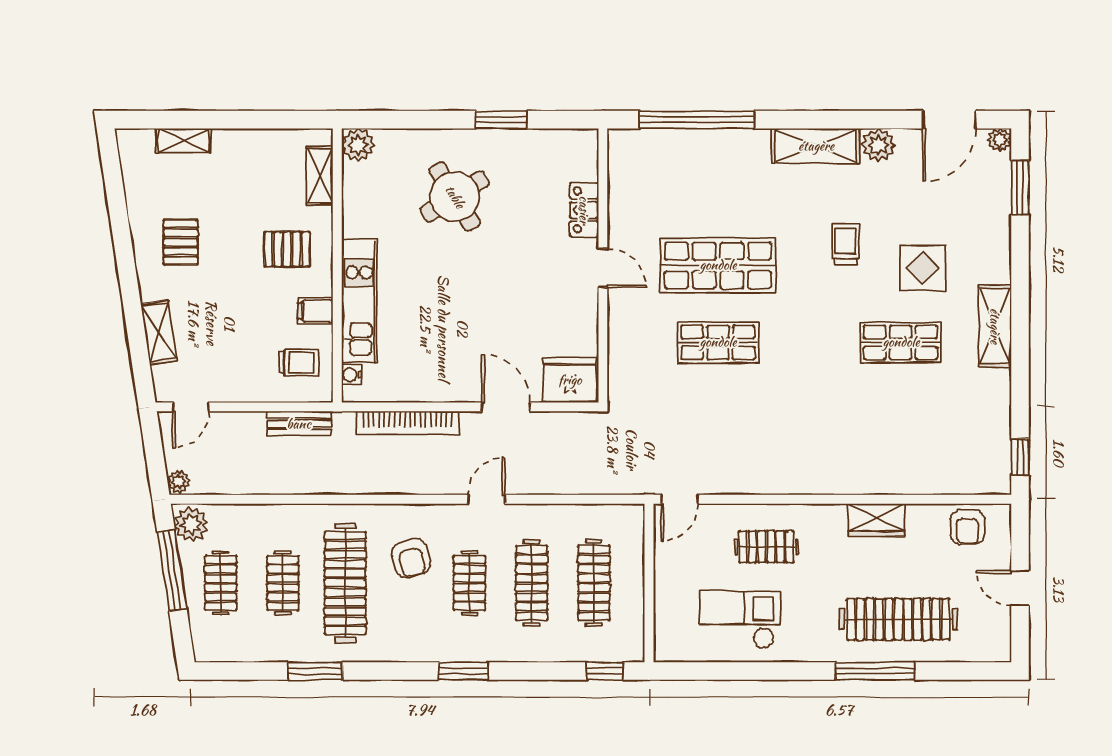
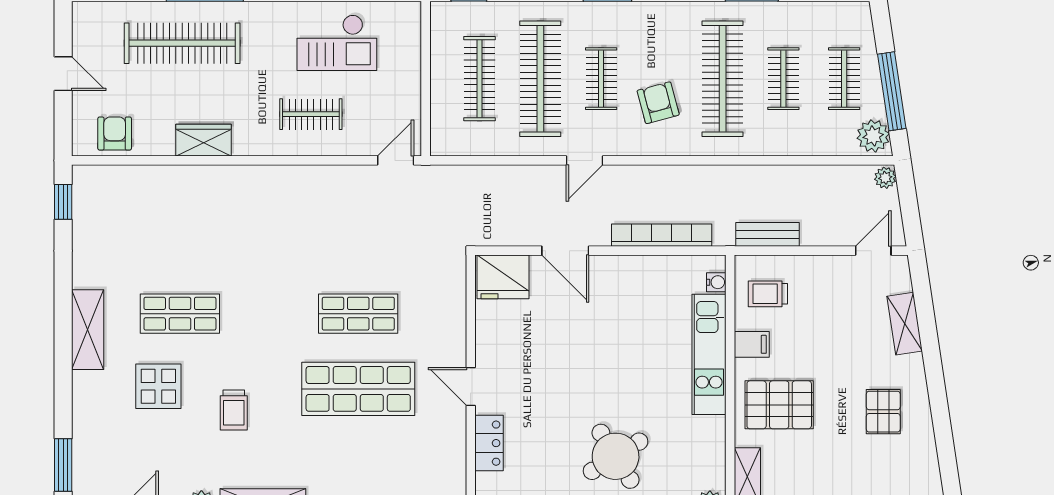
pallet: (287, 249) -> (779, 405), width x1.50, depth x1.42
clothes rail: (532, 583) -> (540, 79), width x1.37, depth x1.31

